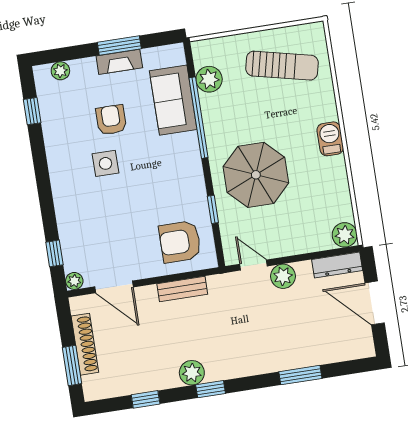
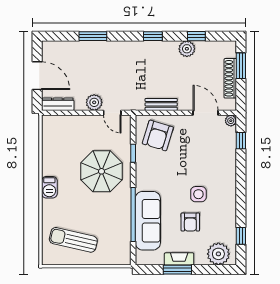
plant: (60, 71) -> (218, 254), width x1.87, depth x1.87
plant: (209, 79) -> (122, 238), removed
sofa: (173, 100) -> (148, 221), width x1.36
plant: (345, 235) -> (50, 123), removed
armchair: (180, 242) -> (158, 135), turned 107
plant: (192, 373) -> (187, 49), moved

